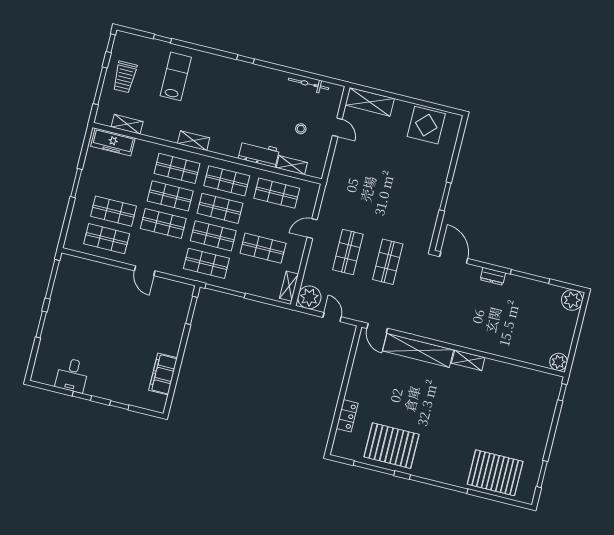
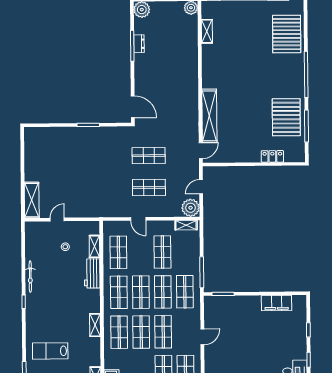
bicycle: (309, 84) -> (30, 277), moved
display table: (426, 125) -> (38, 153), removed
door: (454, 258) -> (133, 107), swing flipped
dresser: (493, 276) -> (139, 44), moved
shelving: (468, 360) -> (207, 31), moved

